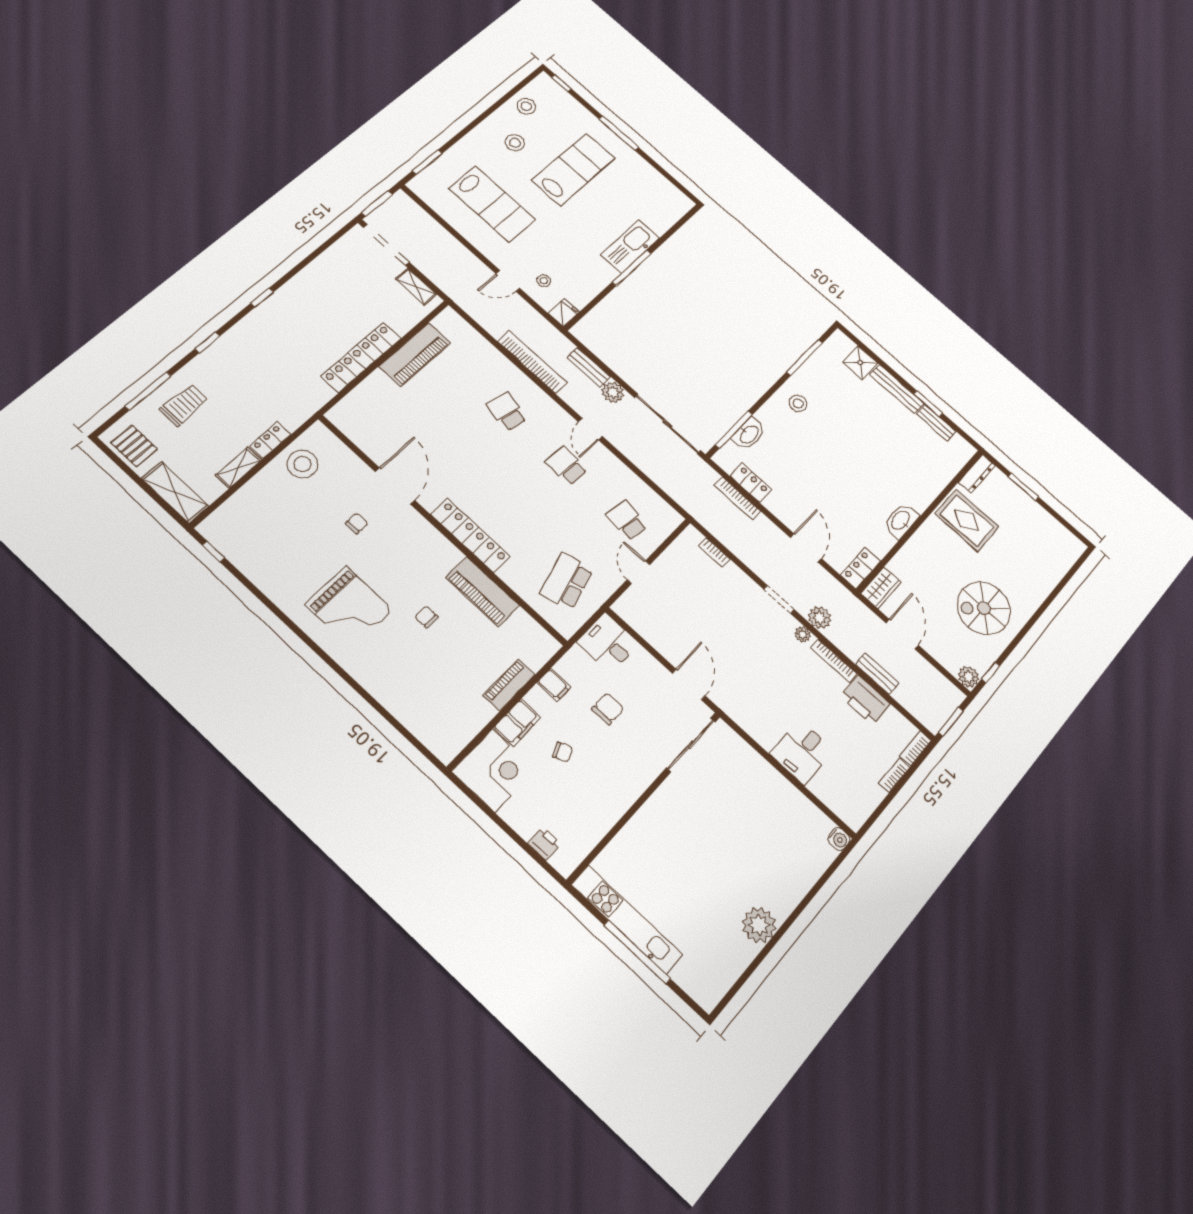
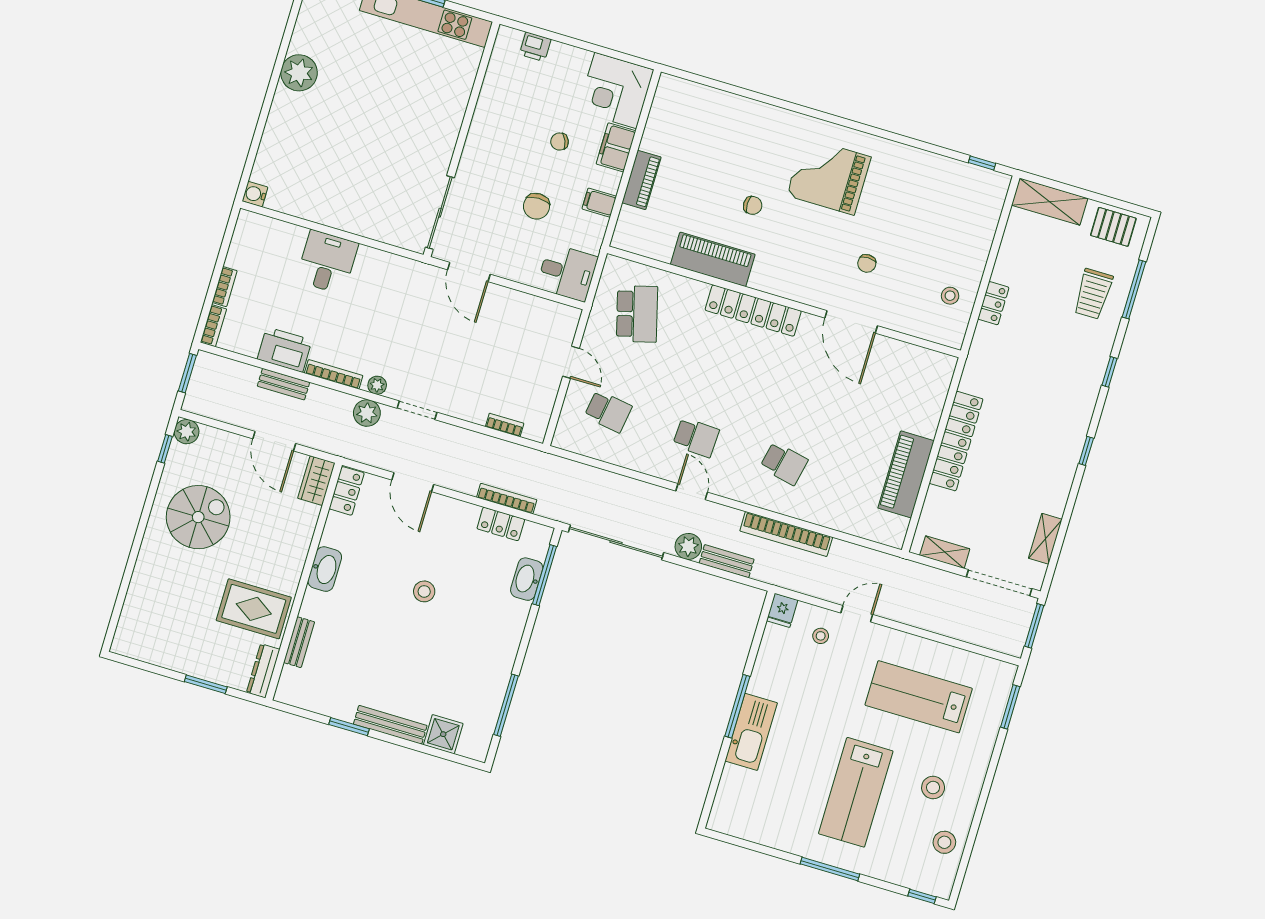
stool: (798, 403) -> (424, 591), moved
bench: (936, 423) -> (299, 642), moved, turned 90
stool: (302, 464) -> (950, 296), width x0.53, depth x0.53
shelving: (239, 468) -> (1045, 539), moved

